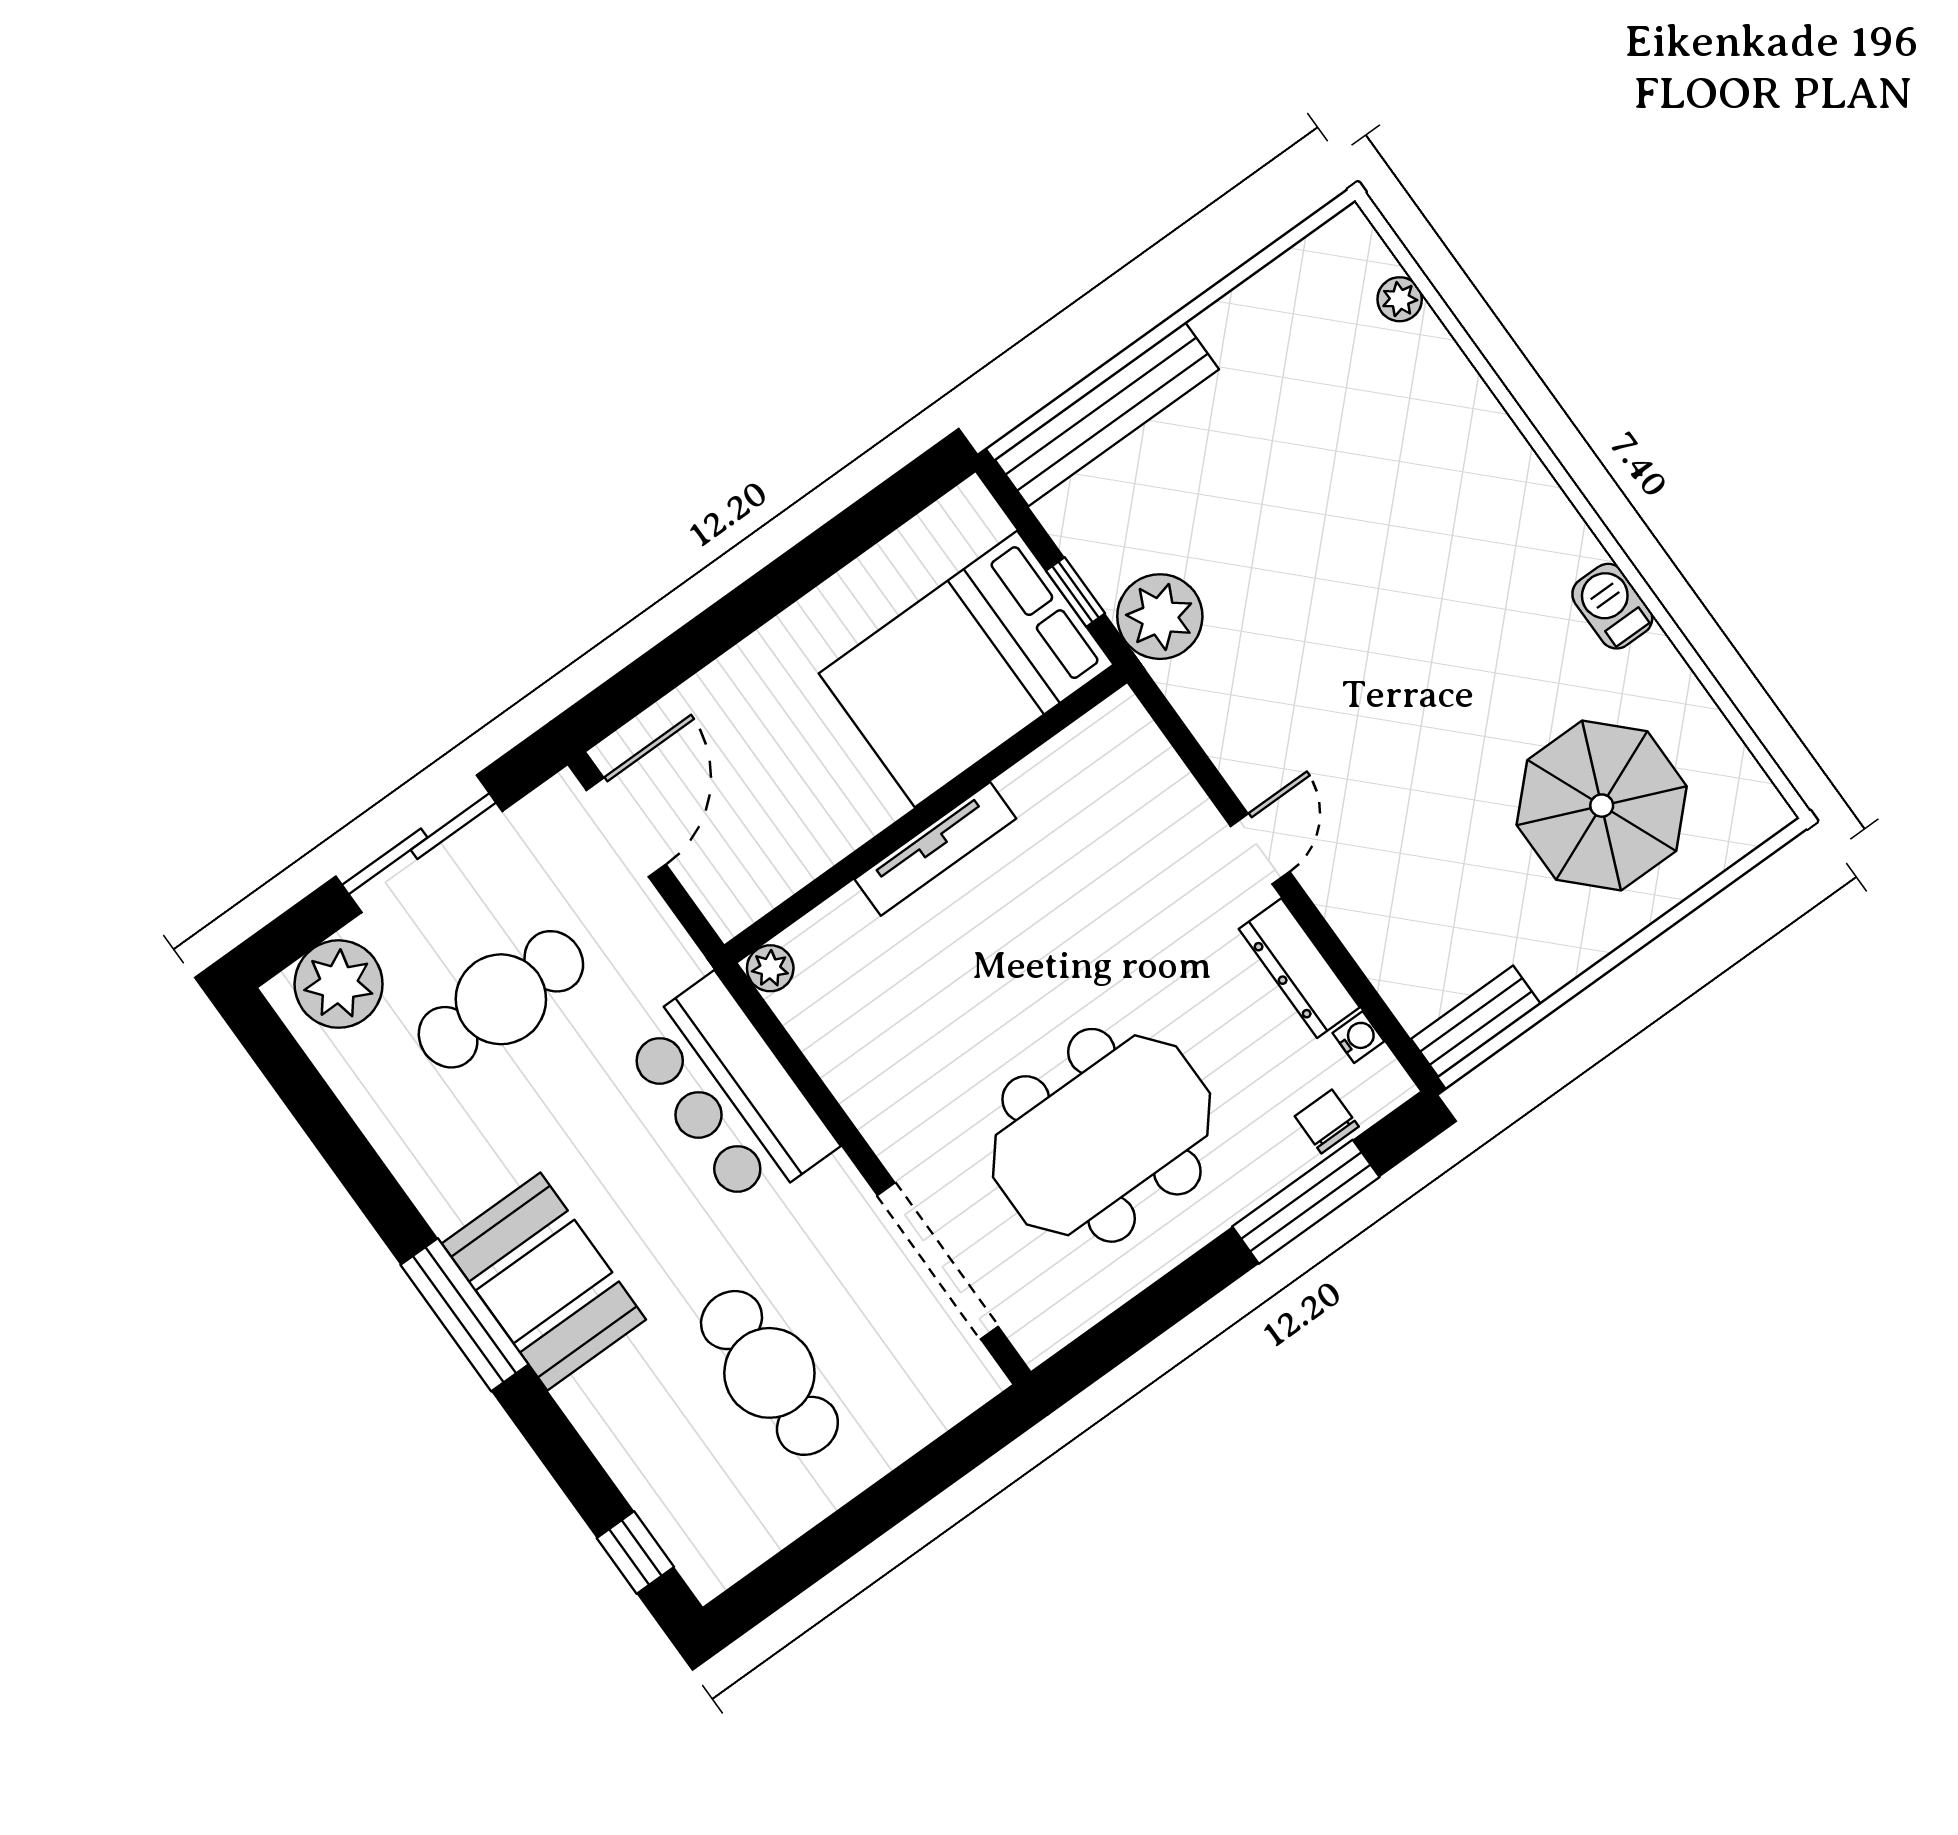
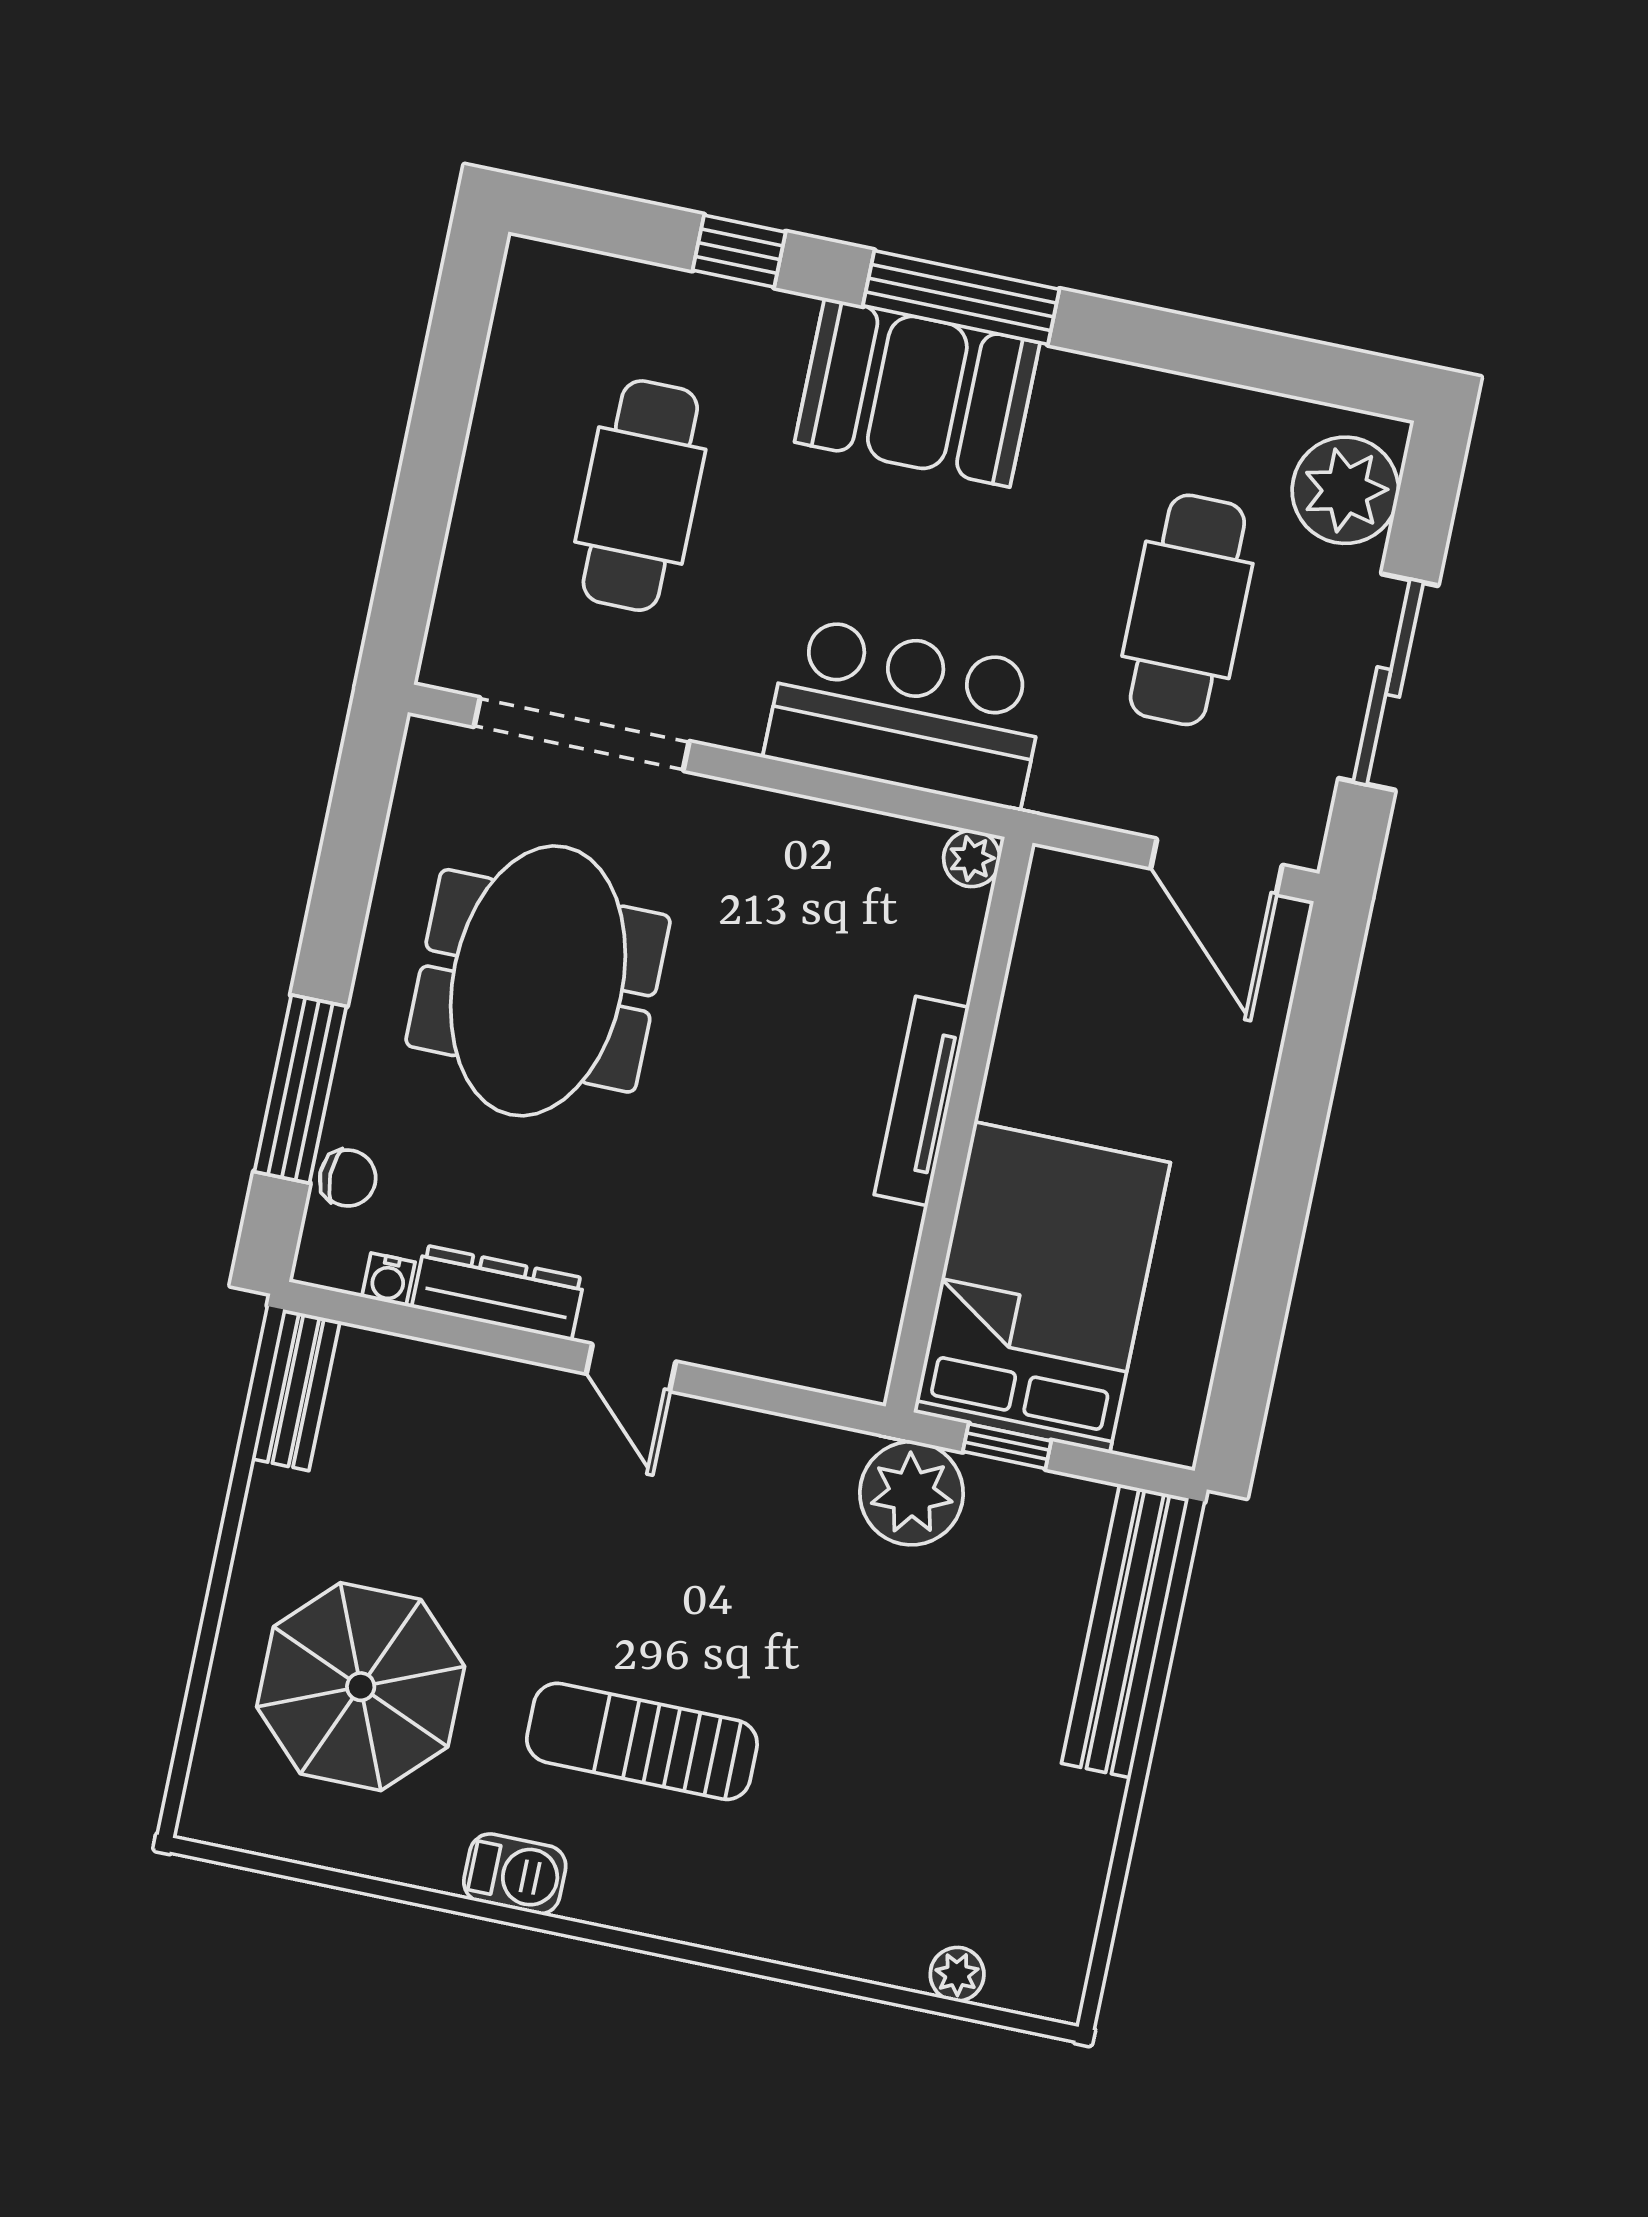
sun lounger: (1461, 616) -> (642, 1741), added
cafe table: (769, 1373) -> (640, 496), turned 90
window: (635, 1553) -> (739, 251), moved

